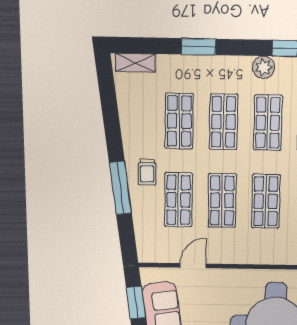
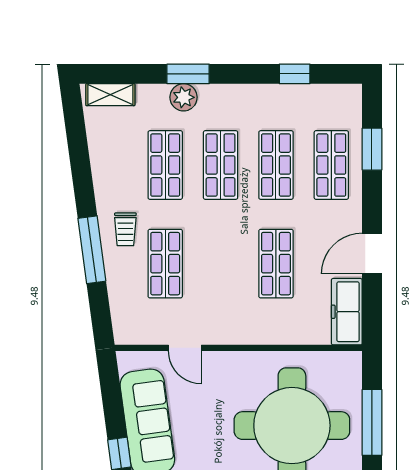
plant: (264, 67) -> (184, 97), moved
shop shelf: (222, 201) -> (221, 264), removed
door: (193, 266) -> (185, 348), swing flipped
window: (136, 303) -> (112, 397), removed

